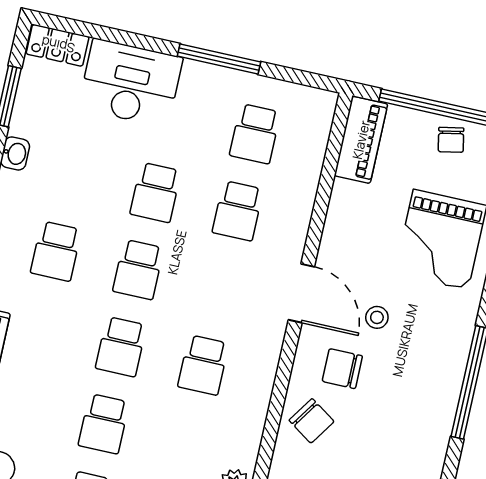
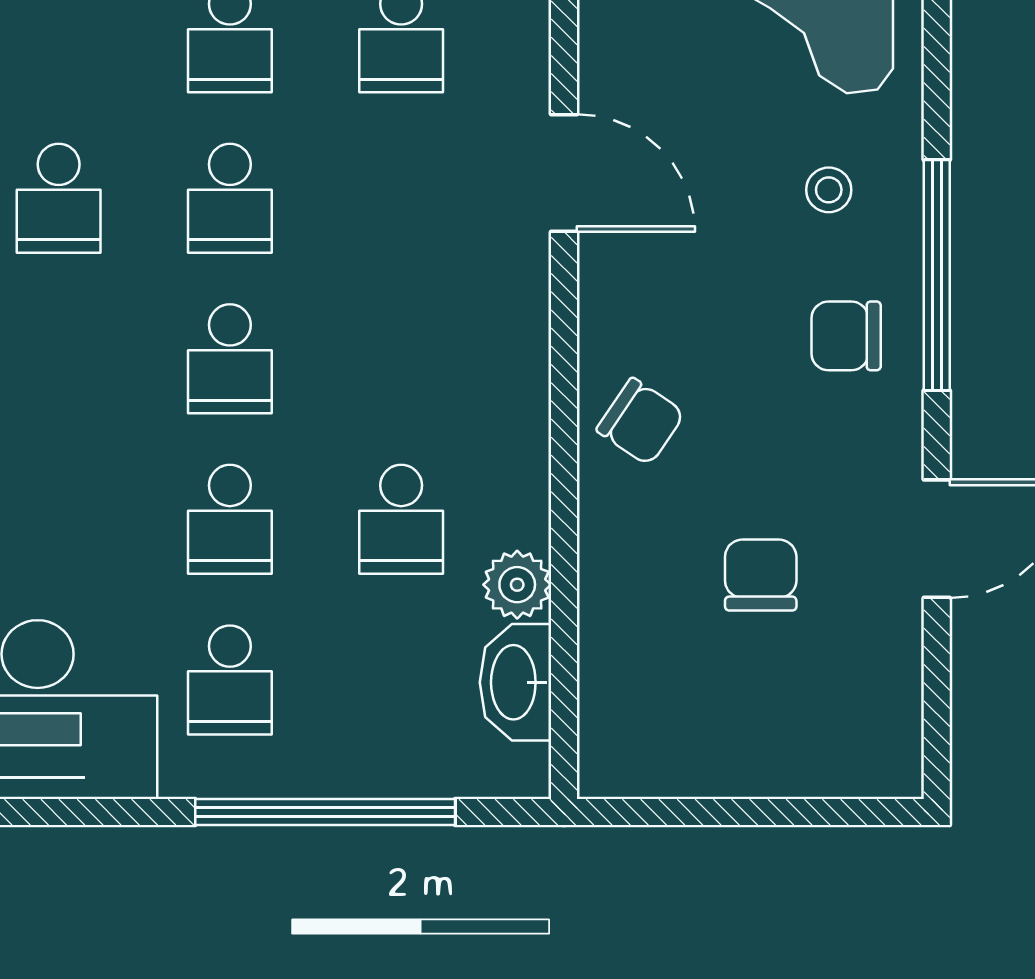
stool: (377, 317) -> (829, 190), moved
school desk: (203, 365) -> (401, 519), moved
chair: (342, 369) -> (846, 336), moved

